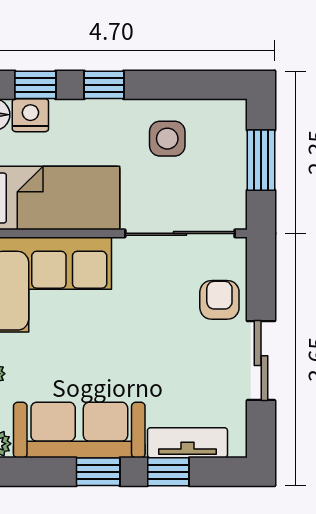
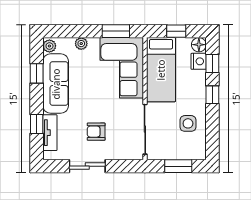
armchair: (219, 300) -> (96, 132), moved, turned 180
window: (98, 472) -> (37, 73), moved

